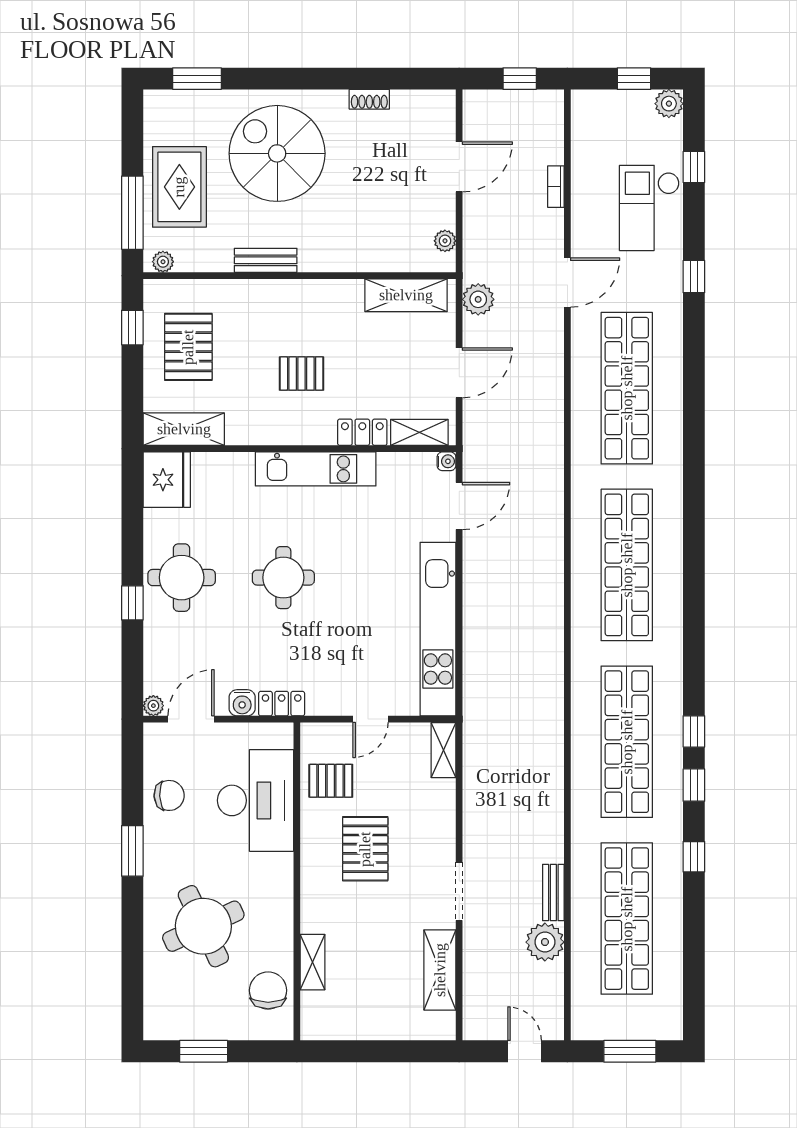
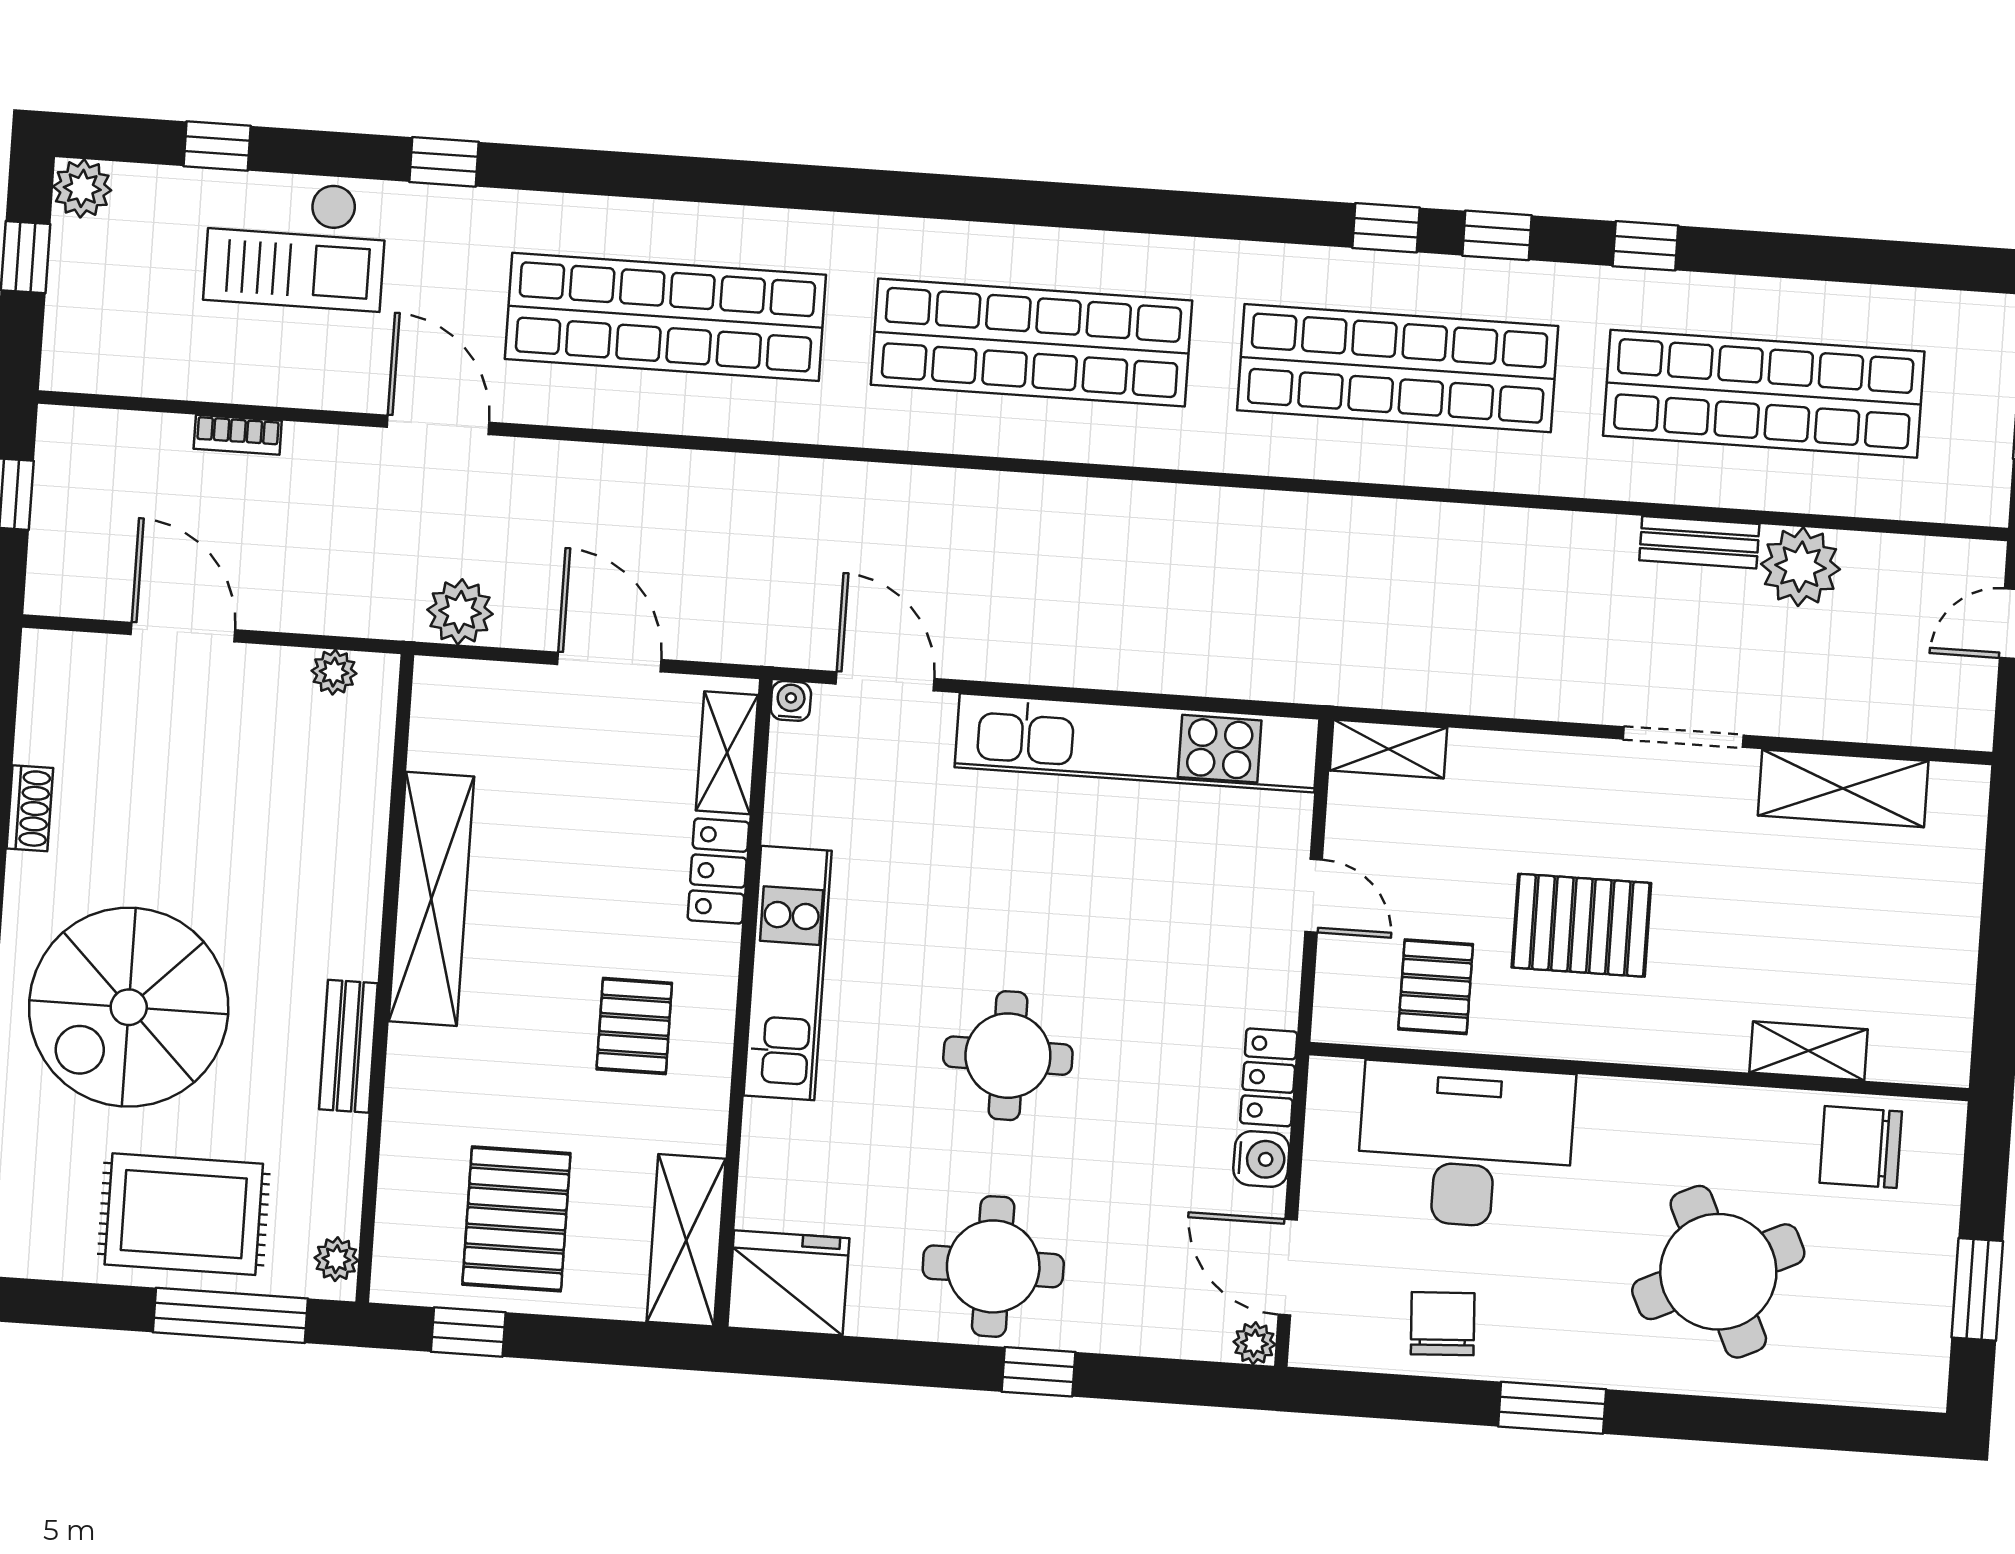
shelving: (406, 295) -> (431, 899), moved, width x1.47
pallet: (188, 347) -> (516, 1219), turned 90
pallet: (302, 374) -> (634, 1026), moved

